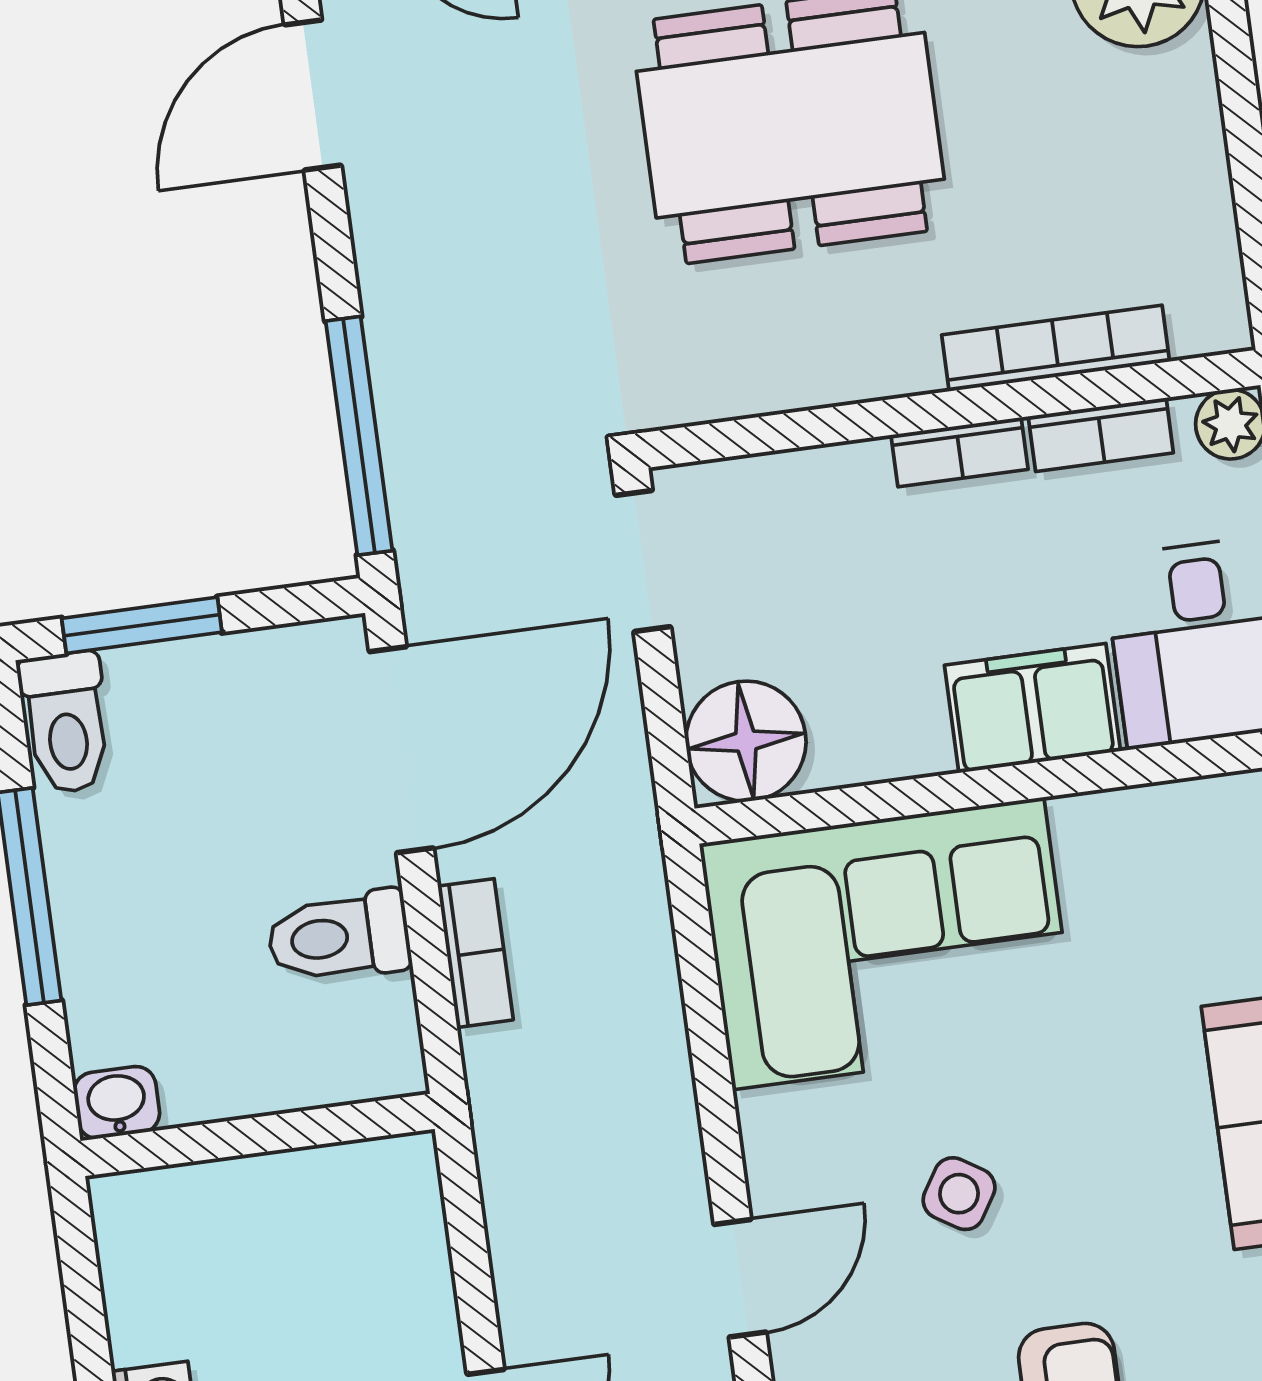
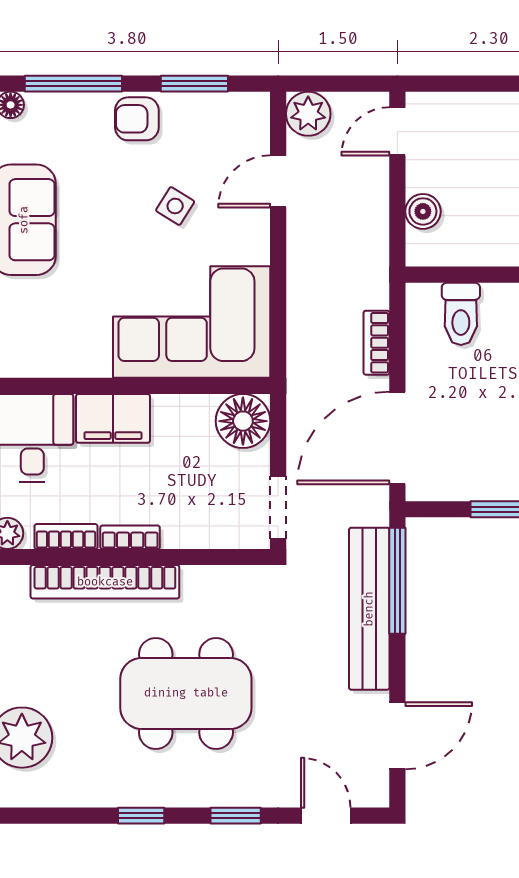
bookcase: (1056, 348) -> (105, 582), width x1.48, depth x1.31
bench: (413, 366) -> (369, 609), added
toilet: (339, 937) -> (461, 314), moved, turned 90
boiler: (413, 1255) -> (423, 211), added

